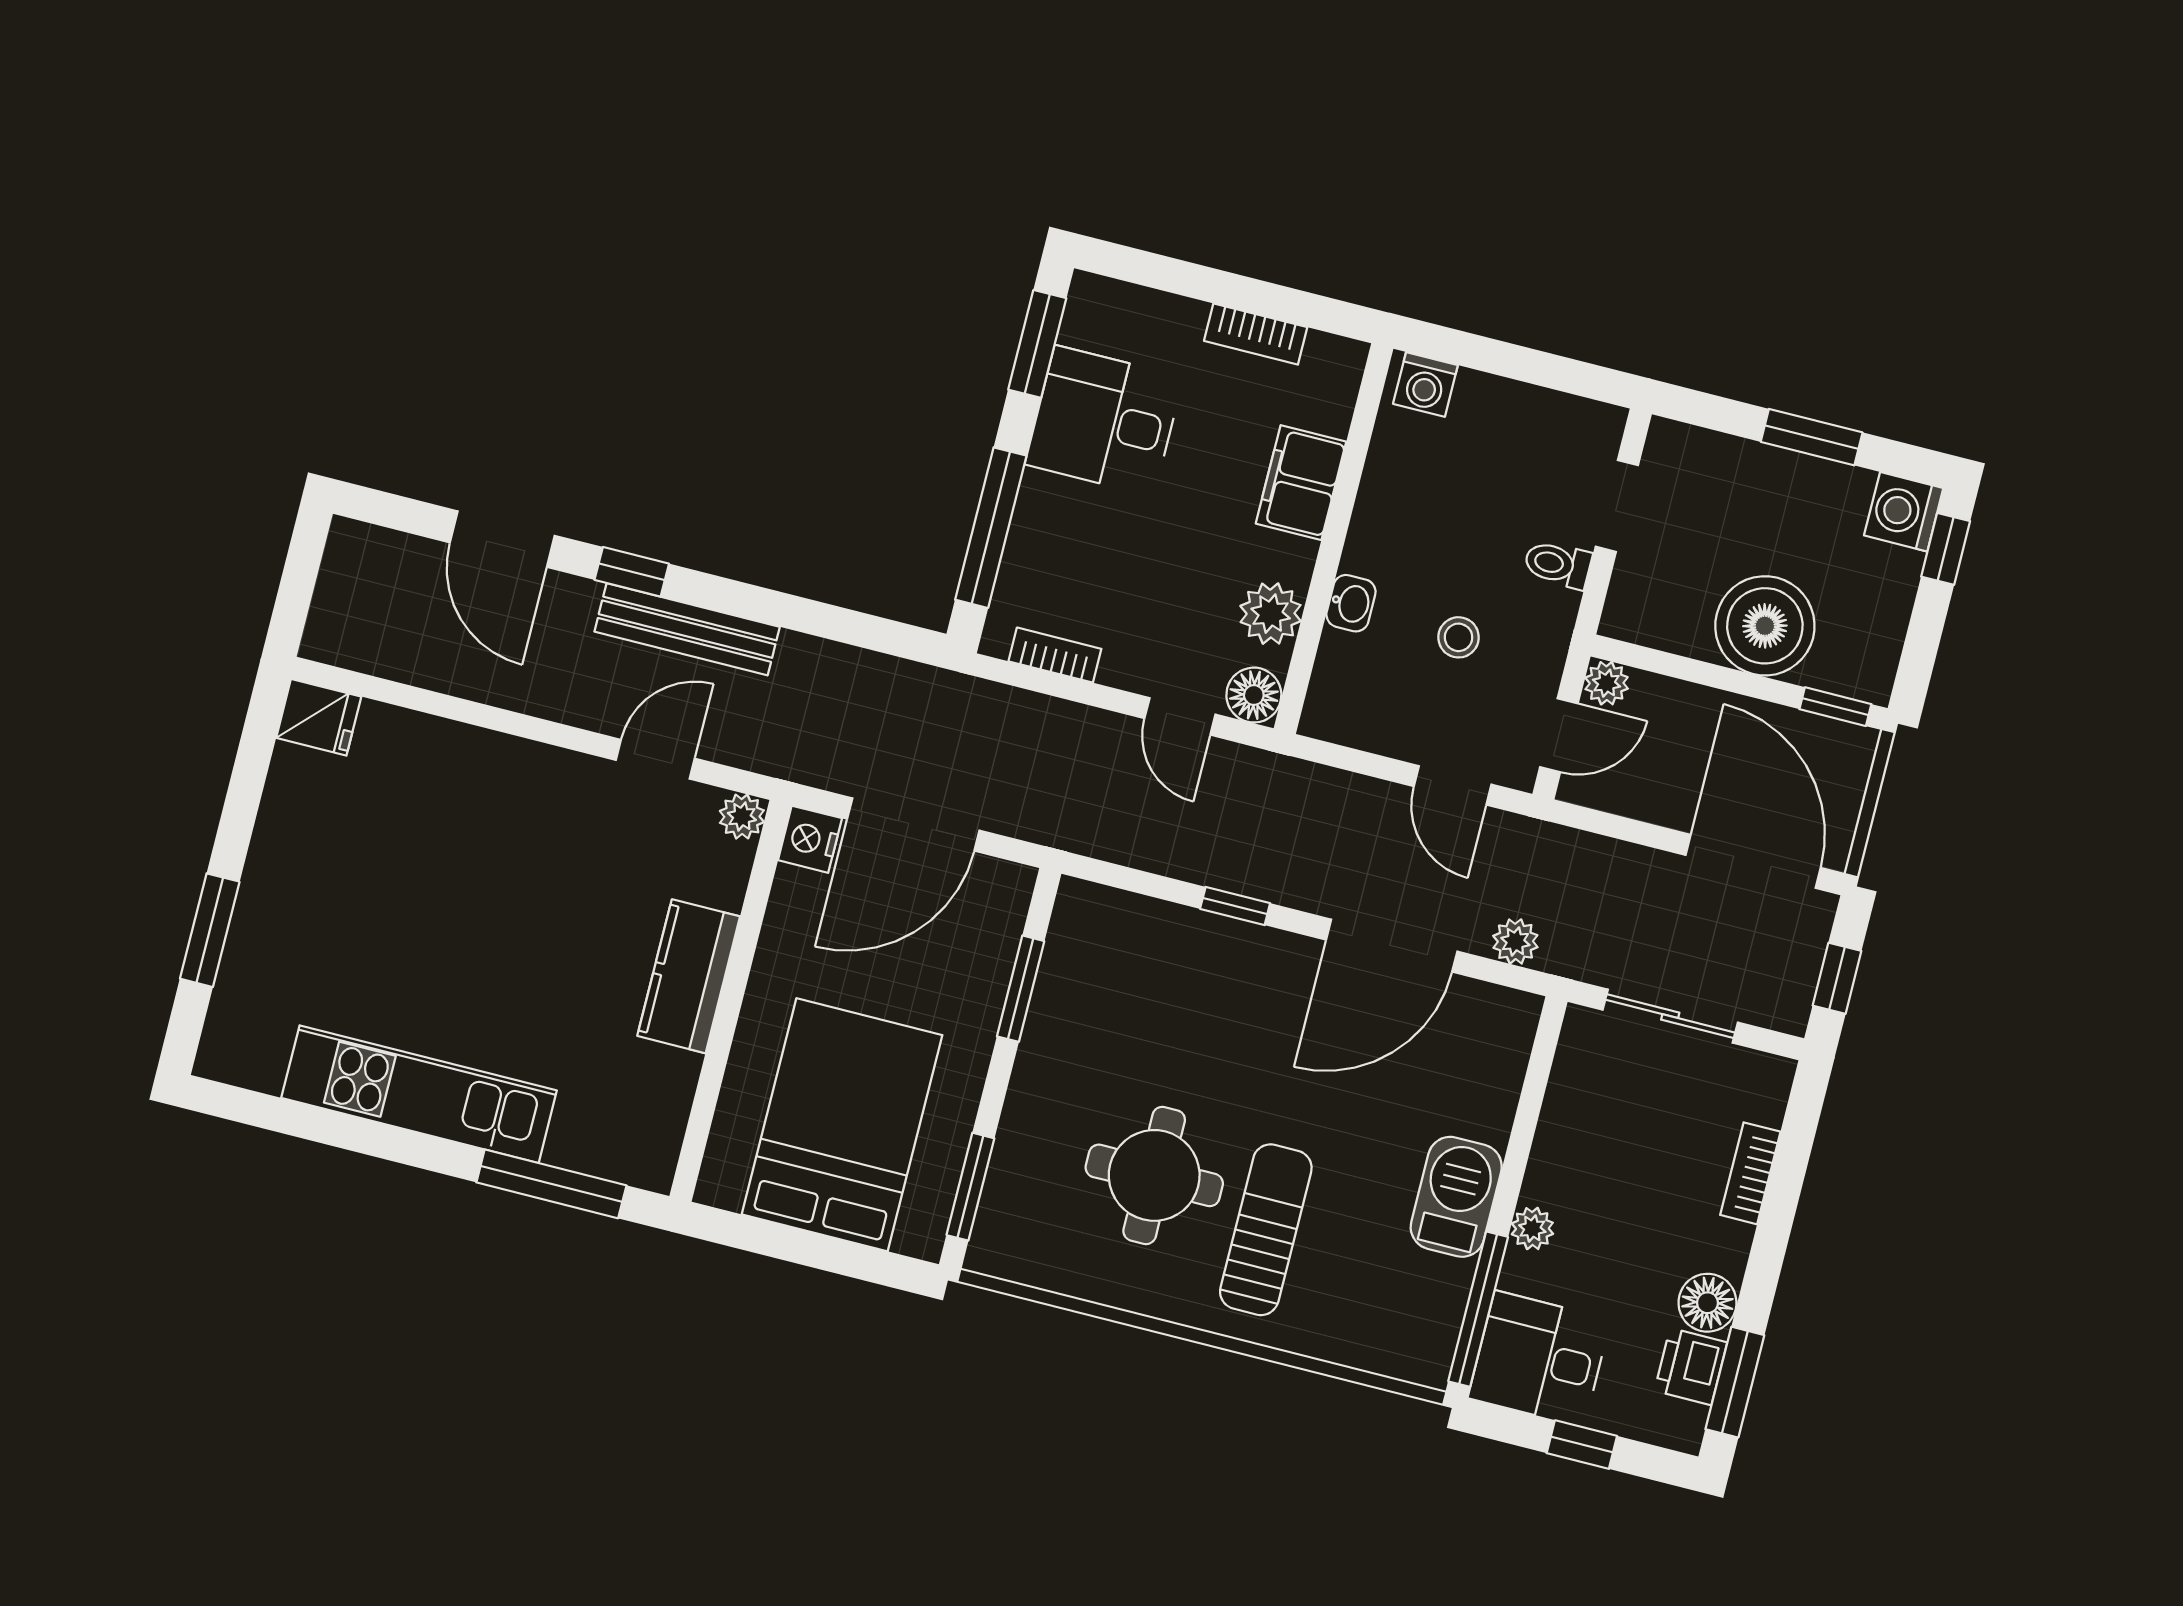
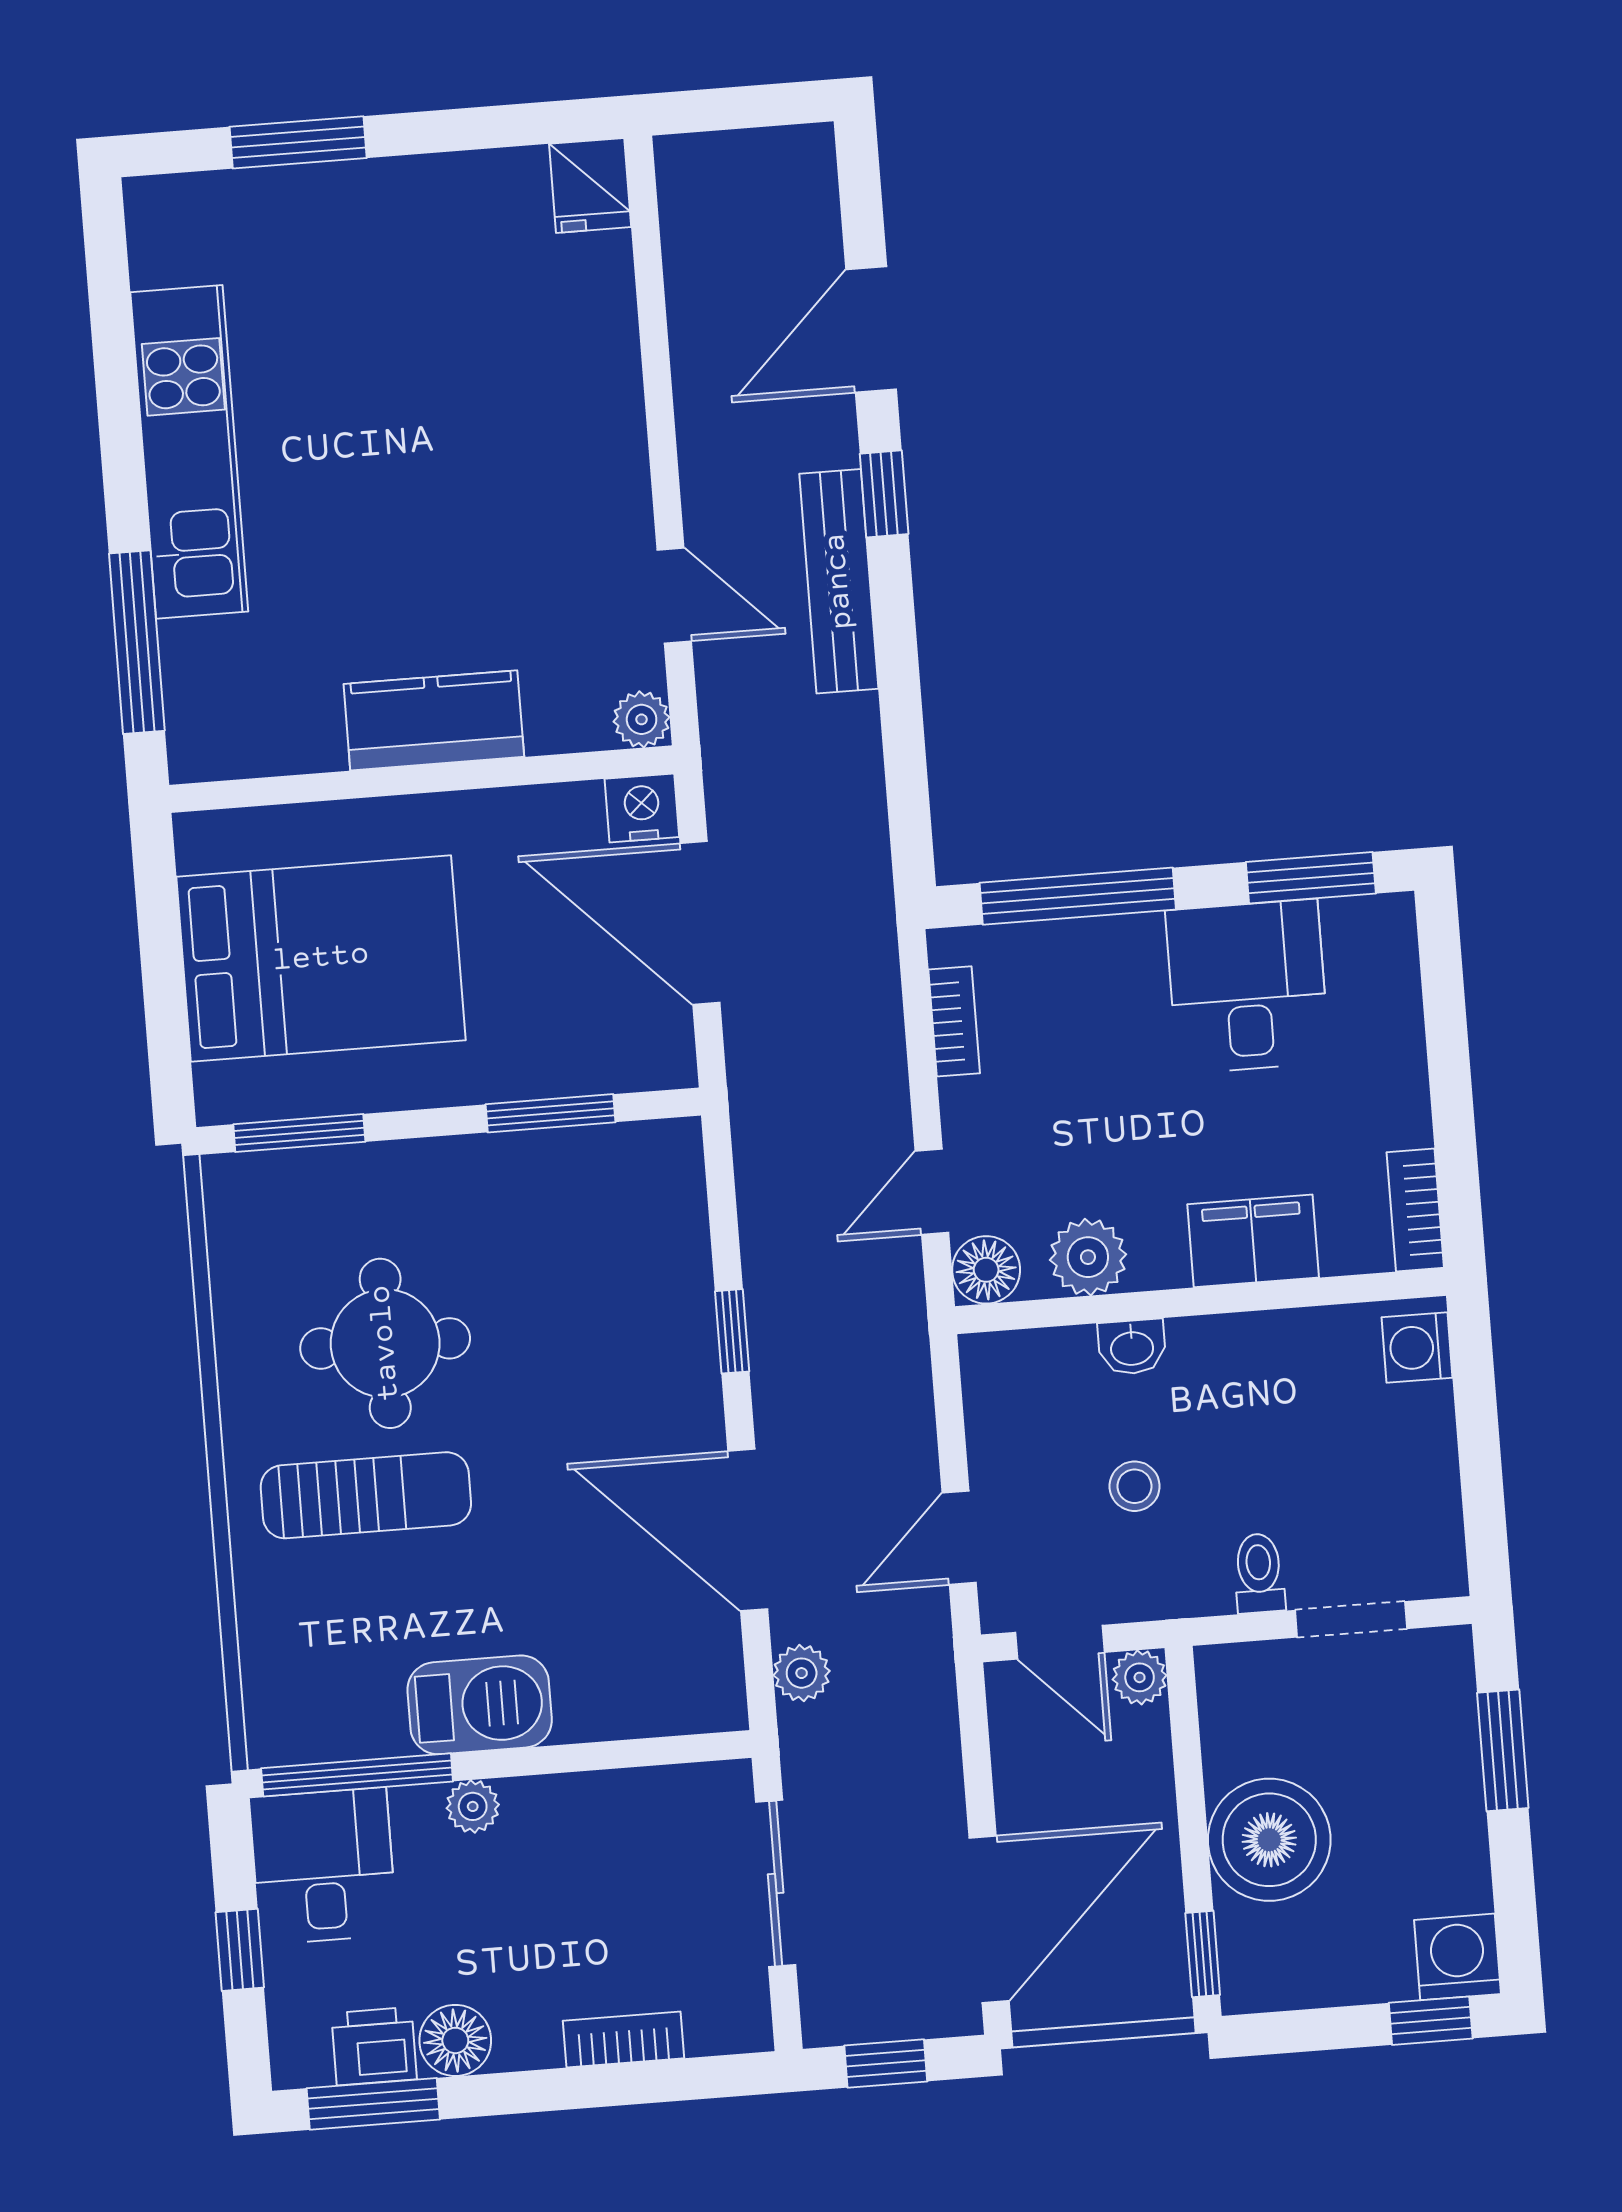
bookcase: (1256, 334) -> (1415, 1210), moved
window: (1812, 437) -> (1503, 1750), moved

